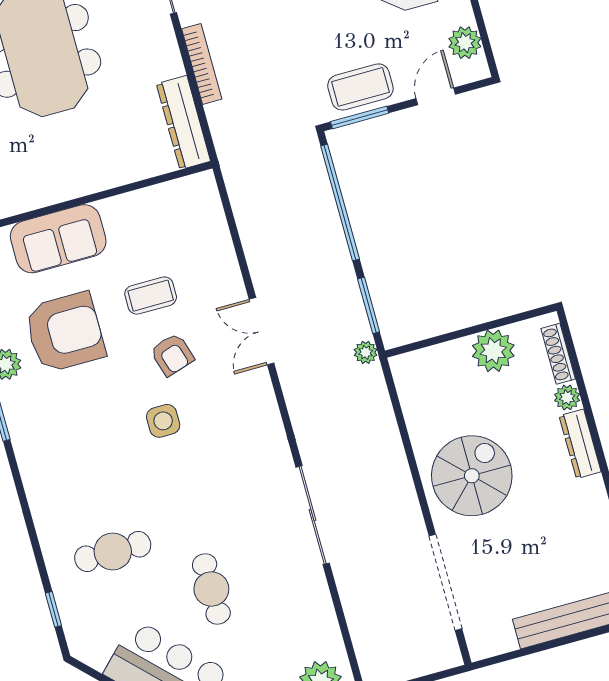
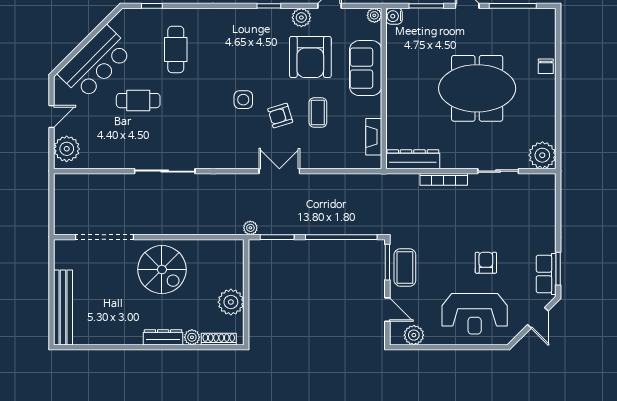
fireplace: (165, 195) -> (374, 137), added

